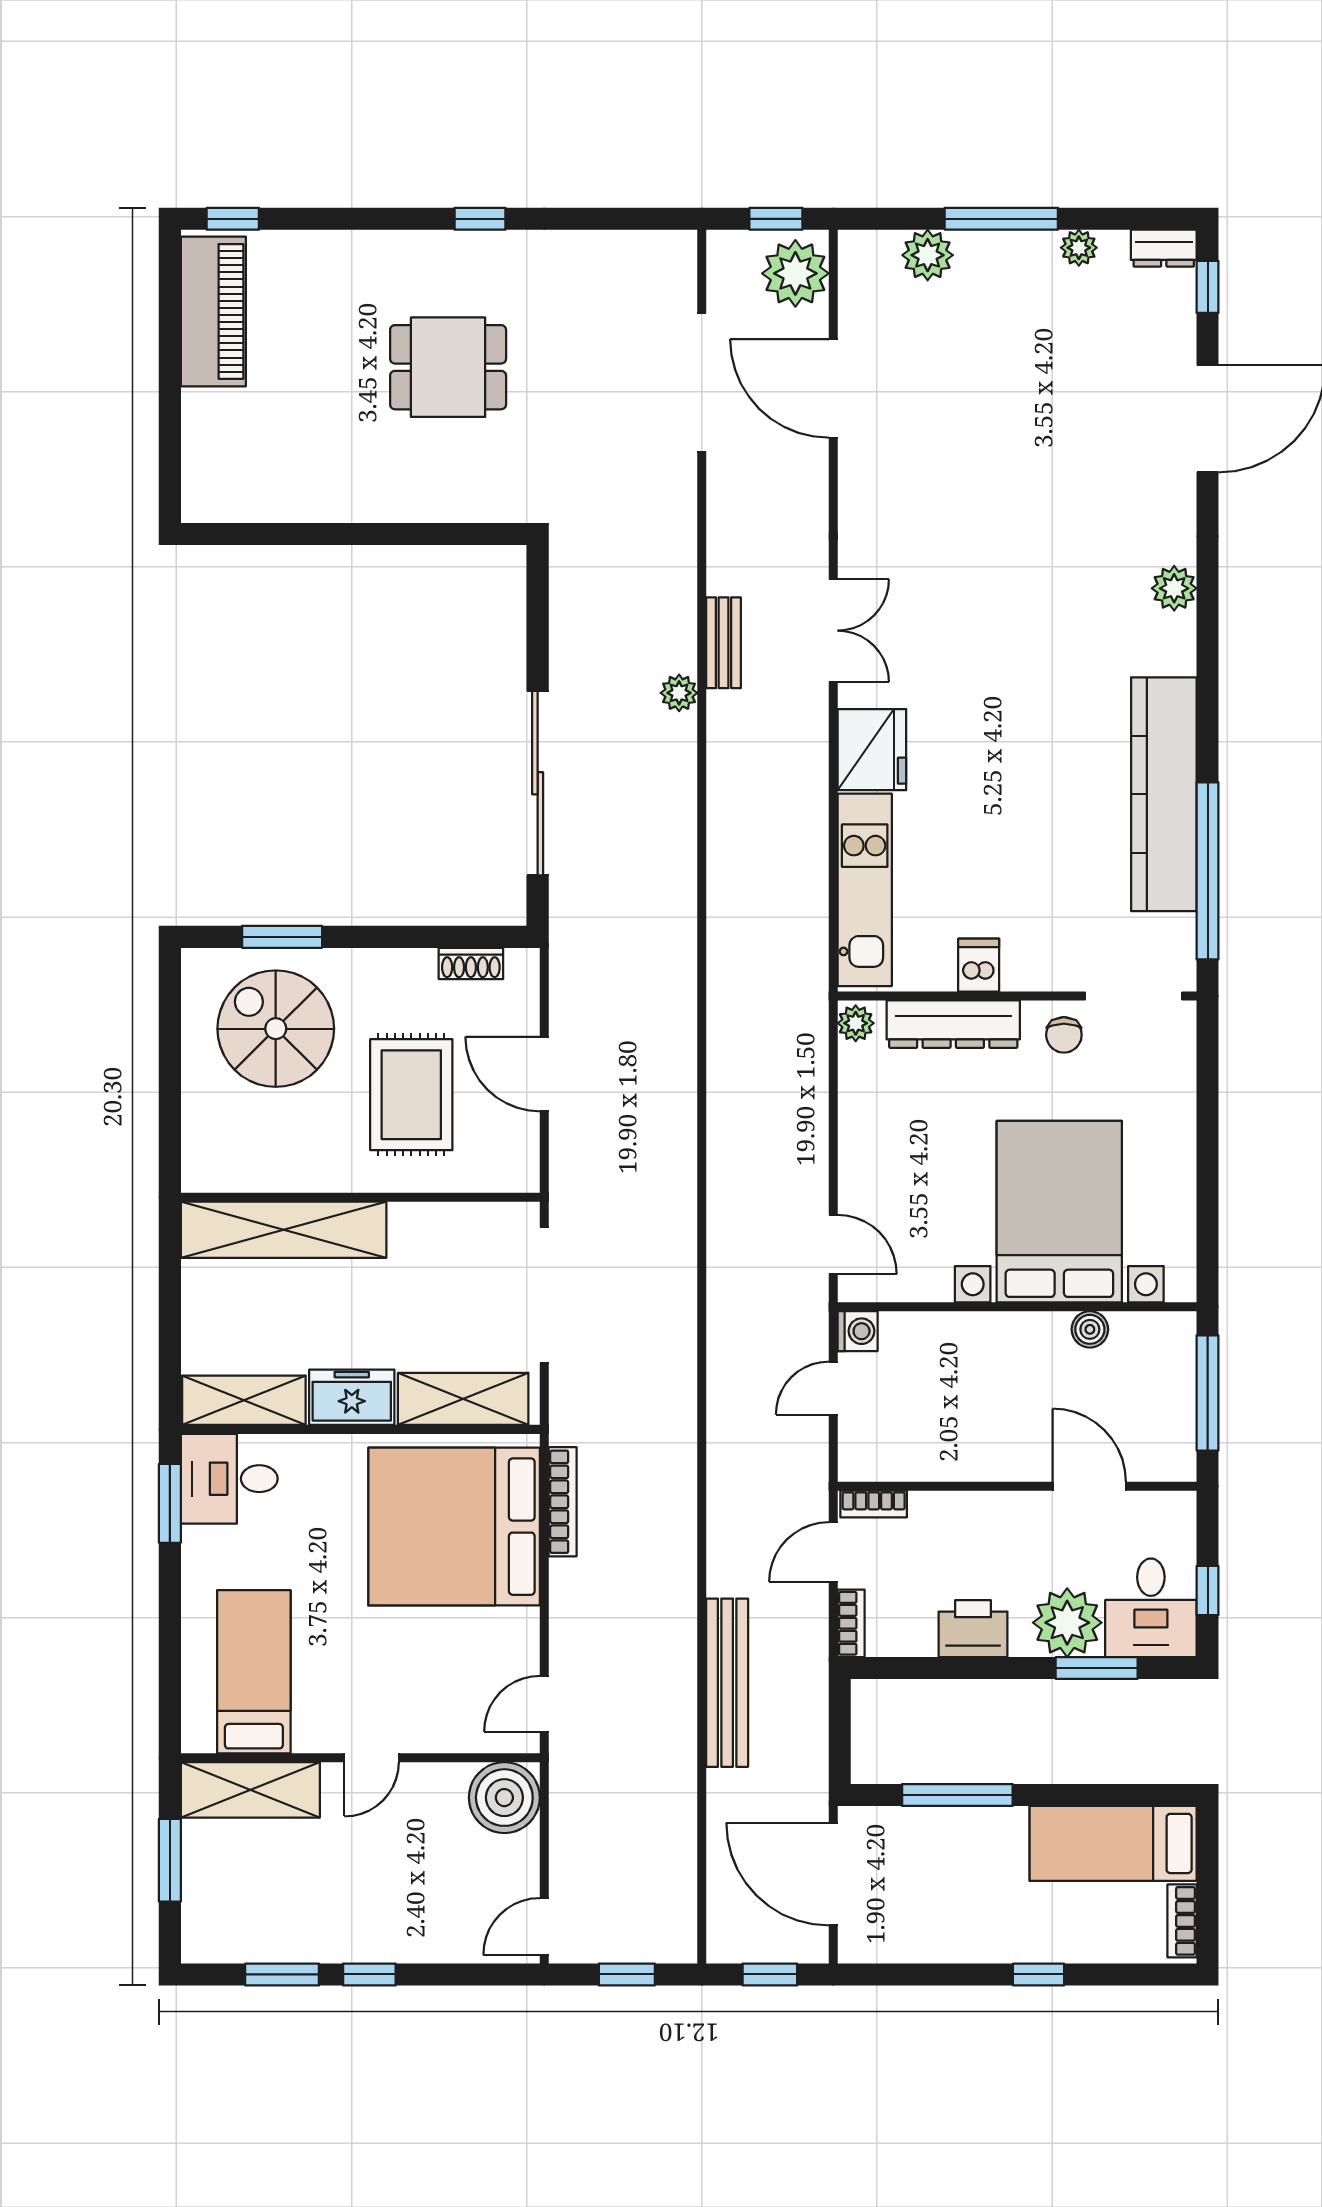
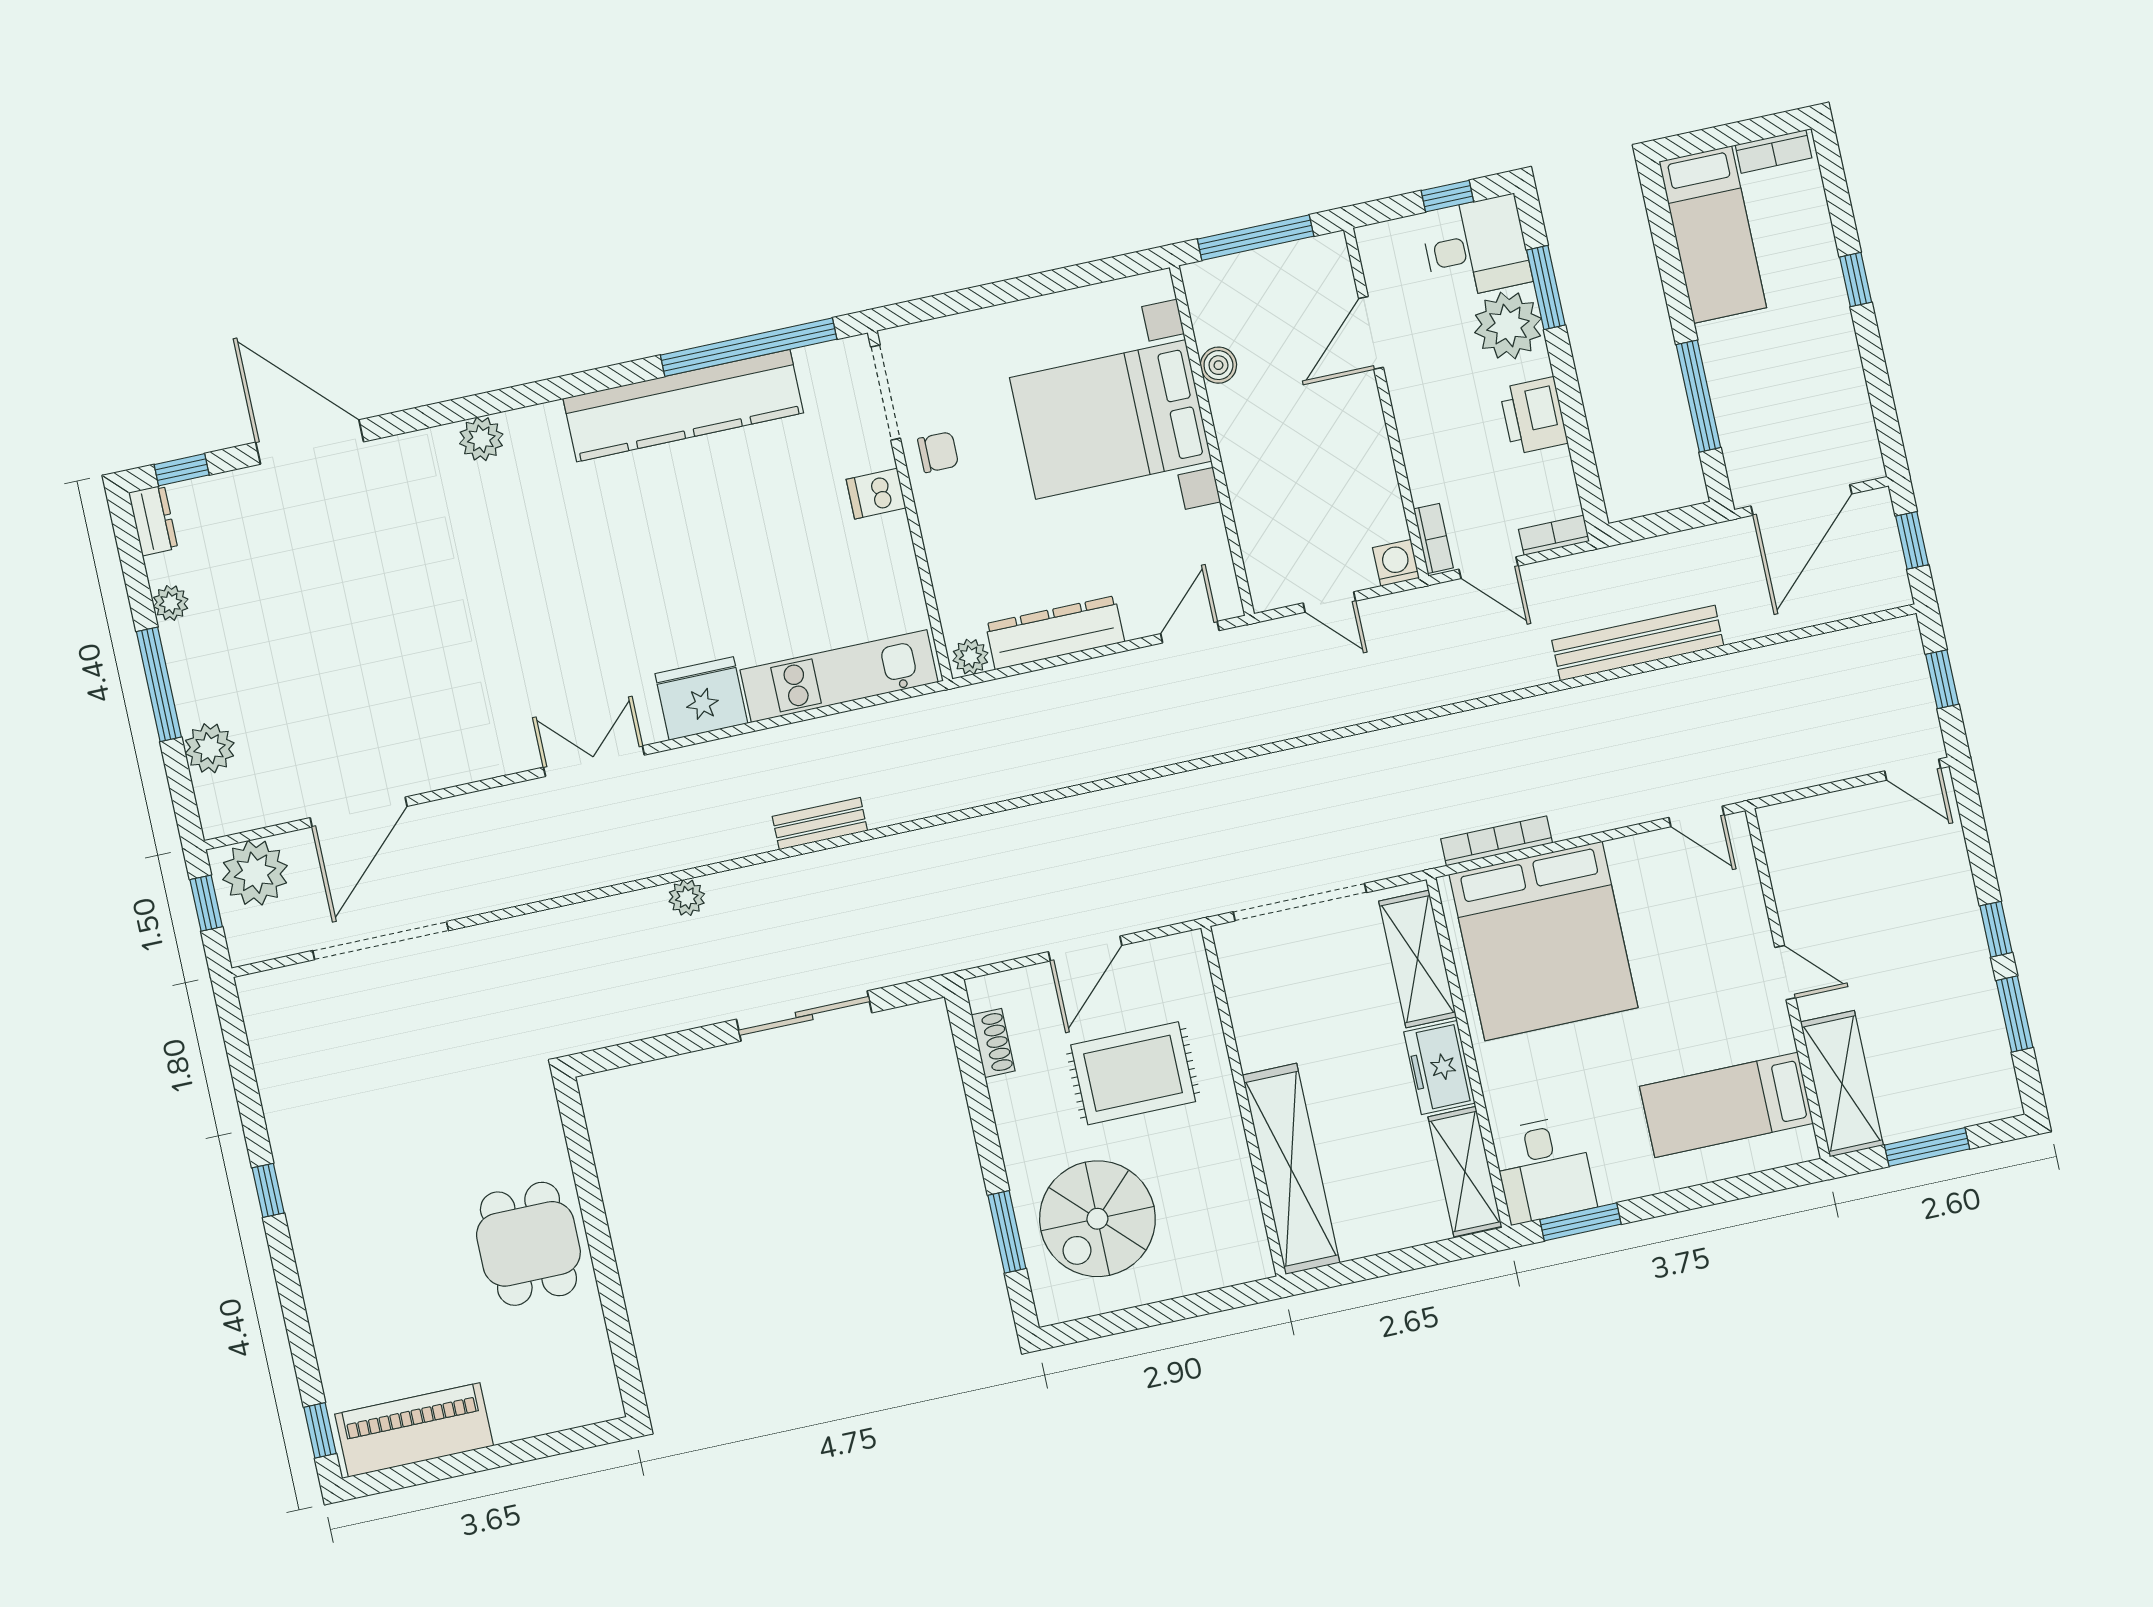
dining table: (448, 367) -> (528, 1244), moved
bench: (724, 643) -> (820, 824), moved
sliding door: (538, 783) -> (804, 1016), width x0.73
dishwasher: (979, 965) -> (876, 494), moved
dresser: (953, 1024) -> (1055, 633), moved, turned -90
washing machine: (858, 1331) -> (1396, 563), moved
boiler: (504, 1798) -> (1796, 835), removed

